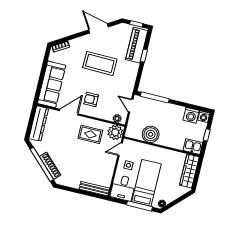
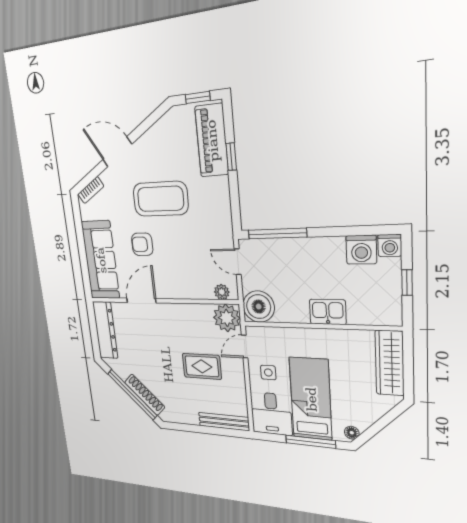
door: (99, 28) -> (117, 152), moved
armchair: (91, 99) -> (142, 244), moved
rug: (90, 134) -> (202, 366), moved
boiler: (151, 134) -> (259, 307), moved
kitchen sink: (193, 147) -> (328, 312), moved

